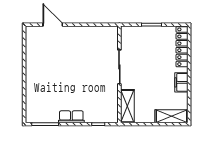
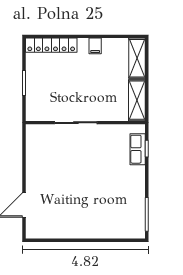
filing cabinet: (181, 82) -> (95, 46), width x0.50
shelving: (127, 106) -> (137, 100), moved, turned 90
row of seats: (71, 117) -> (138, 149), moved

